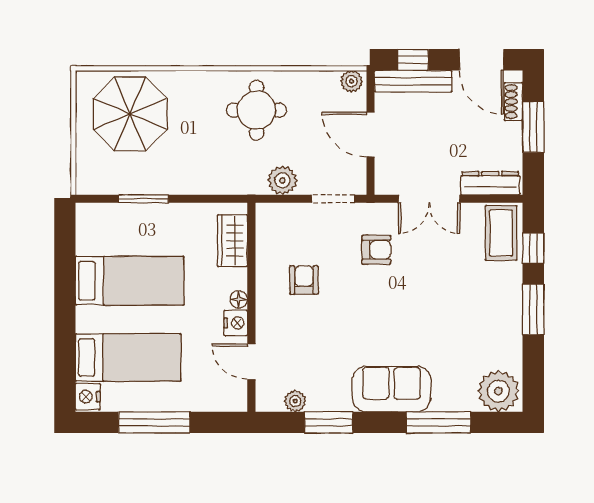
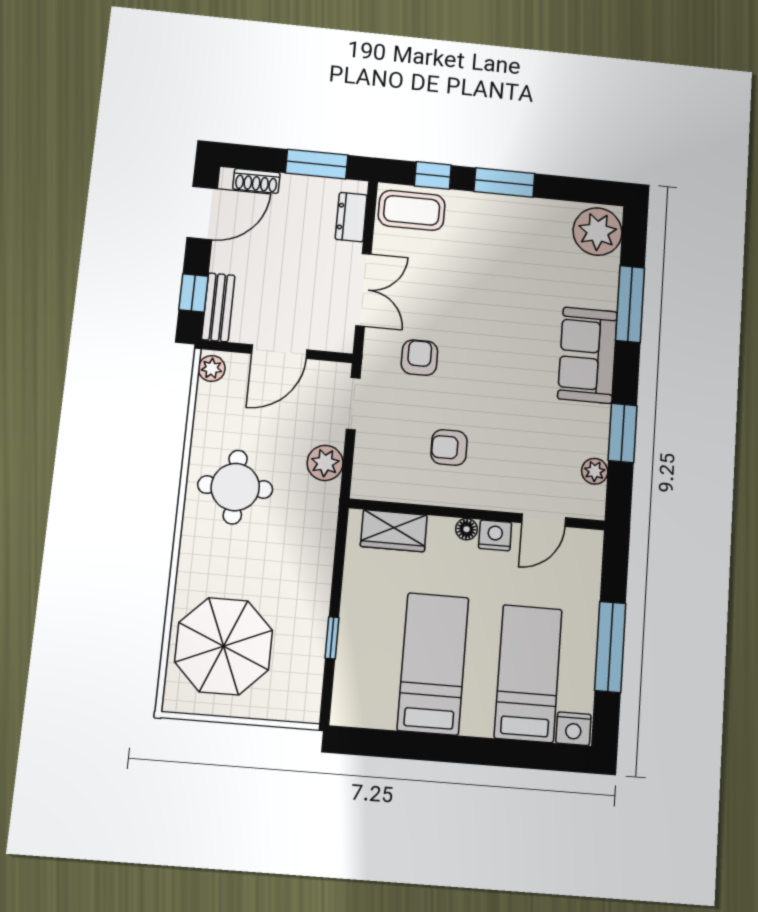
bench: (413, 81) -> (218, 307), width x0.73
window: (533, 127) -> (317, 164), moved
dresser: (490, 183) -> (351, 217), width x0.70
window: (143, 199) -> (332, 638), width x0.67

